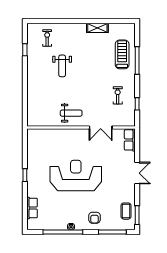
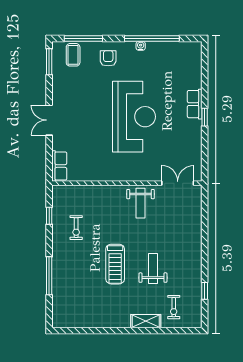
shelving: (97, 28) -> (146, 321), moved
treadmill: (122, 54) -> (115, 264), moved
weight bench: (71, 113) -> (140, 203), turned -90
double door: (101, 128) -> (178, 183), moved
reception desk: (76, 176) -> (134, 117), turned -90
row of seats: (32, 208) -> (195, 104), moved
coffee table: (126, 211) -> (73, 55), moved

